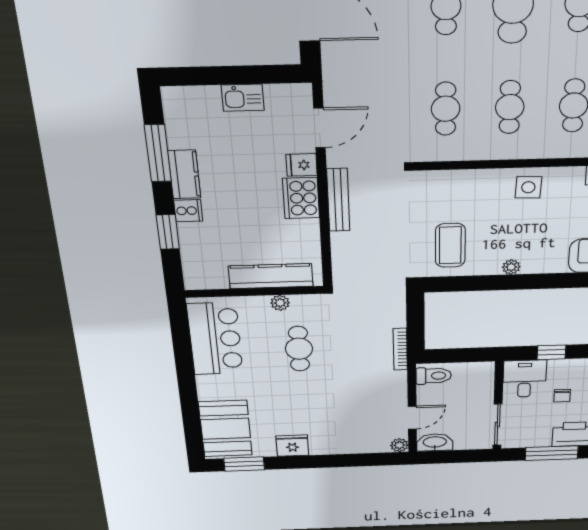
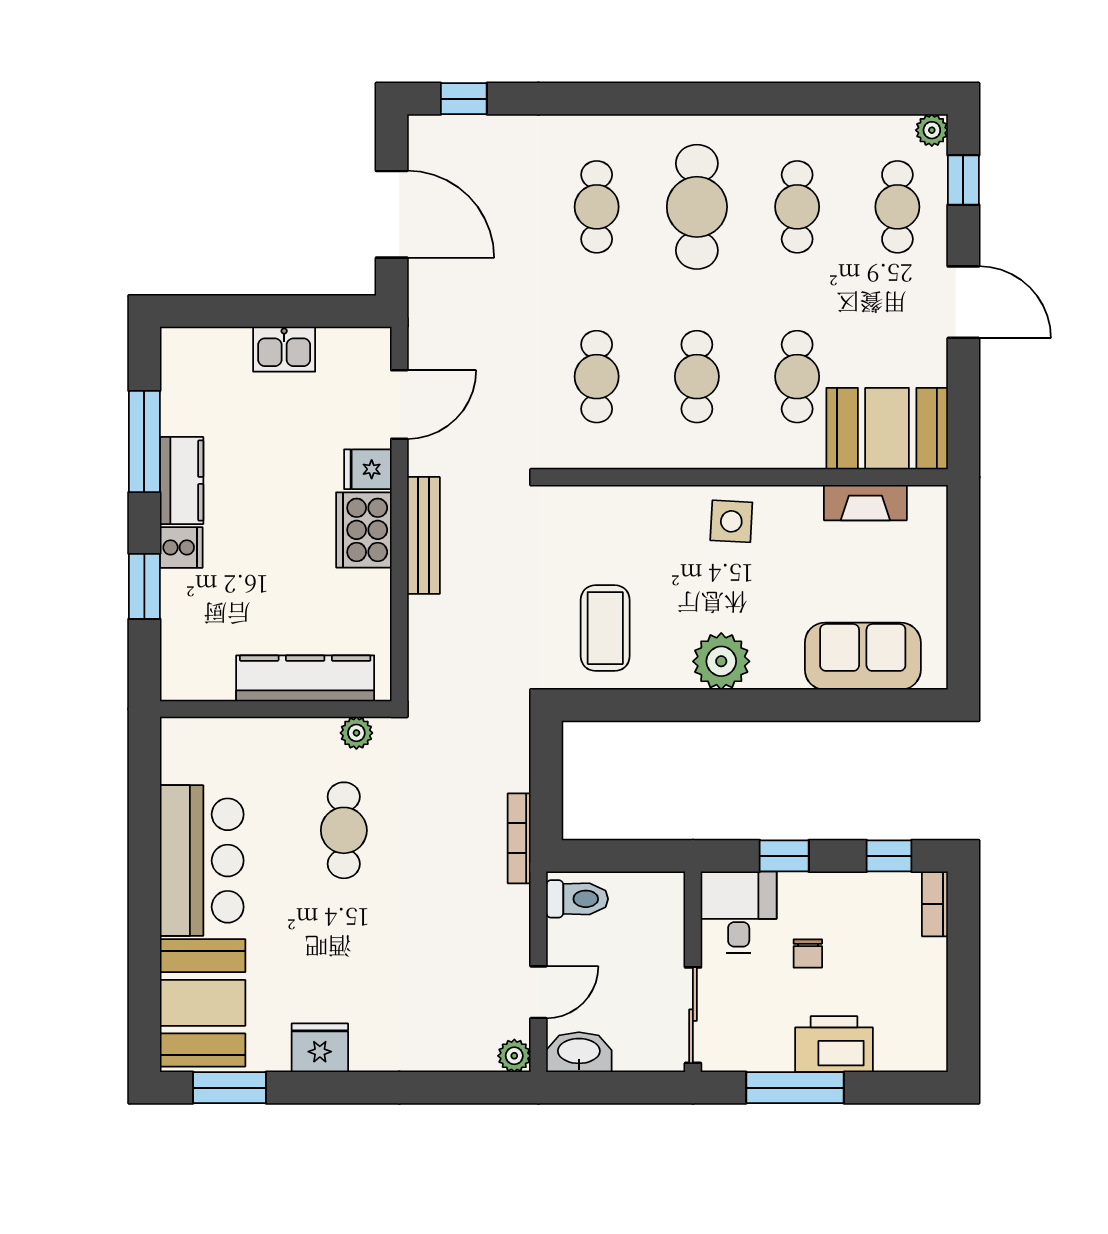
plant: (511, 267) -> (721, 661), width x1.88, depth x1.88
plant: (280, 303) -> (356, 733), moved
bar counter: (215, 339) -> (202, 861), moved

